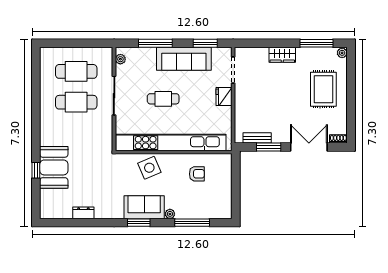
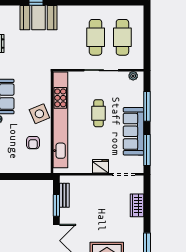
window: (205, 43) -> (147, 150), width x1.44
wardrobe: (282, 55) -> (137, 205), moved
side table: (149, 168) -> (39, 114), moved

